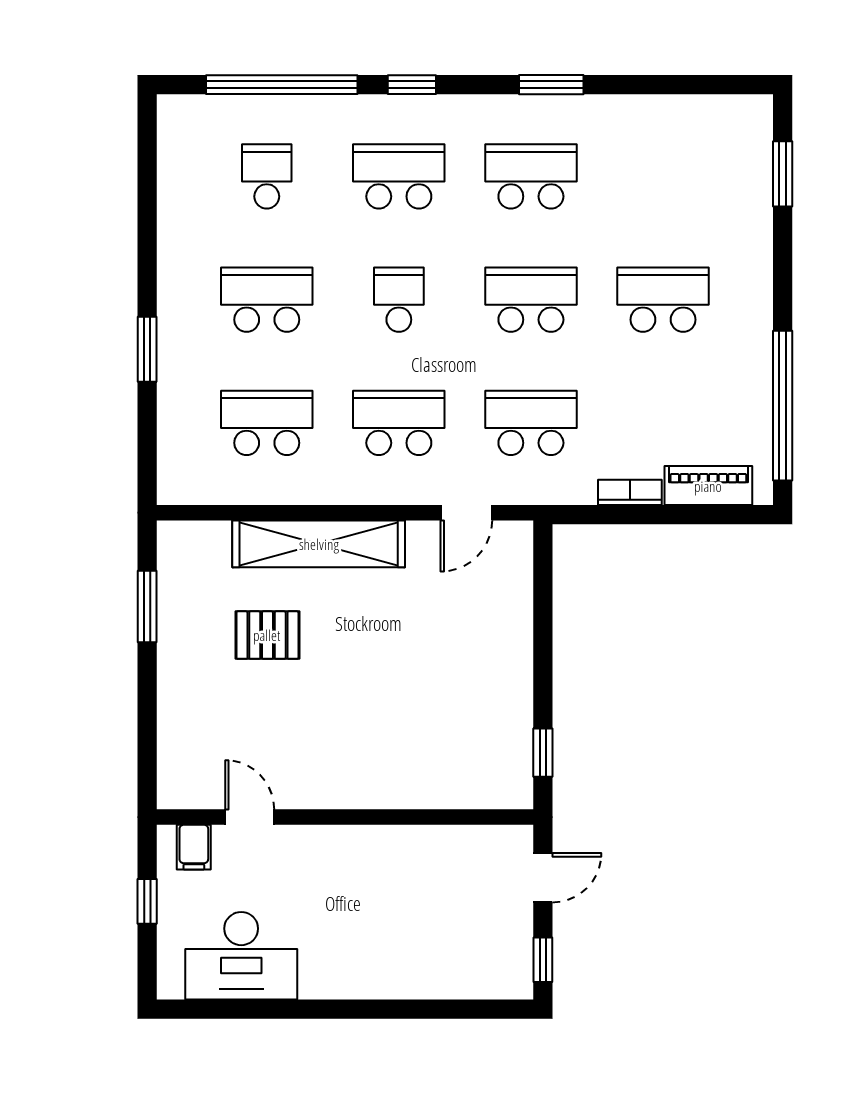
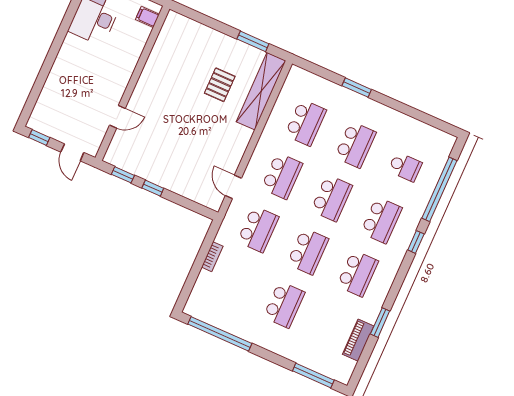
window: (551, 85) -> (380, 323), moved
window: (783, 174) -> (313, 375), width x1.44
school desk: (399, 300) -> (332, 198), width x1.85
piano: (708, 486) -> (358, 340), moved, turned 180
shelving: (319, 544) -> (261, 91), moved
window: (543, 678) -> (153, 188), added
door: (250, 817) -> (117, 117), moved

